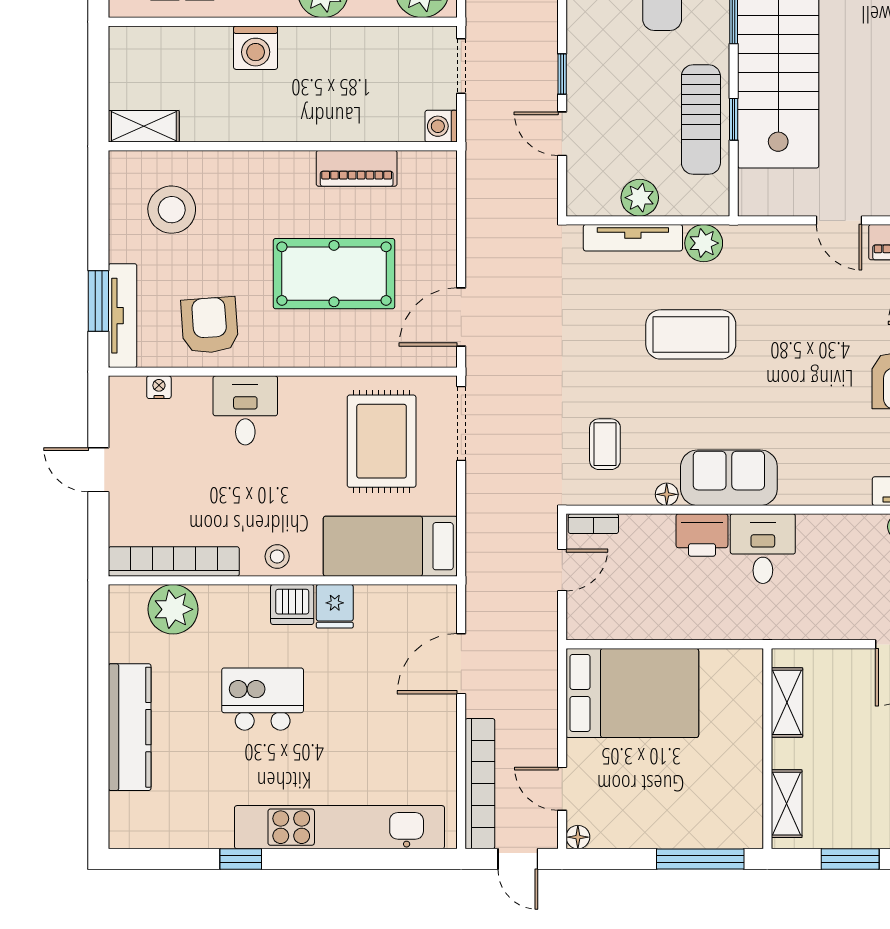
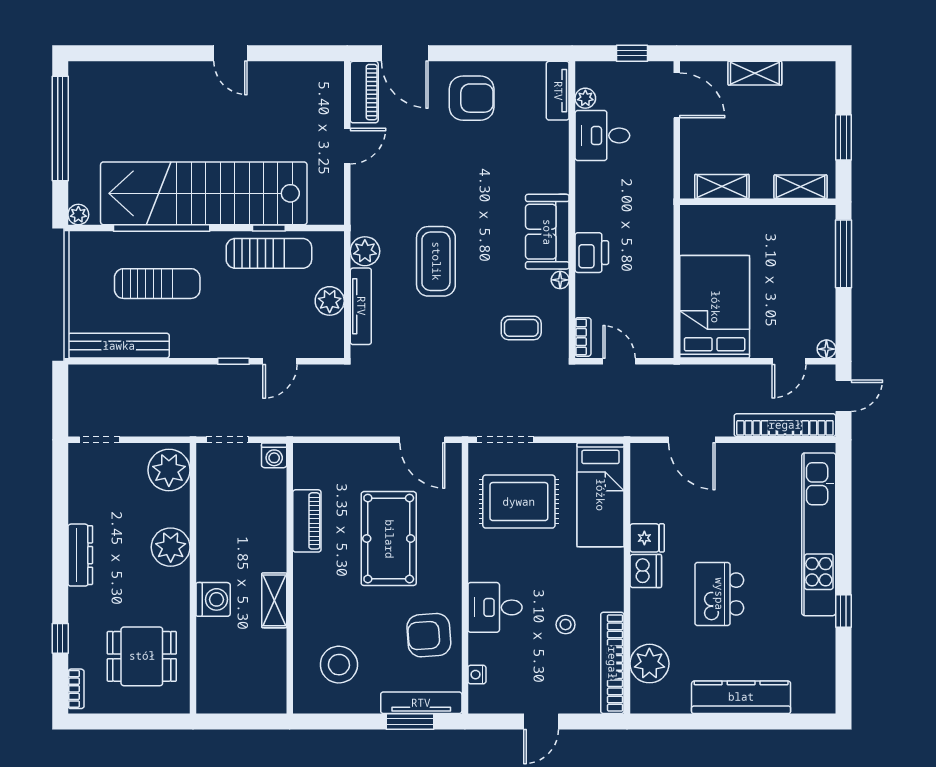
shelving: (144, 126) -> (274, 600), moved
desk: (763, 549) -> (602, 136), moved
stool: (277, 556) -> (566, 625), moved

